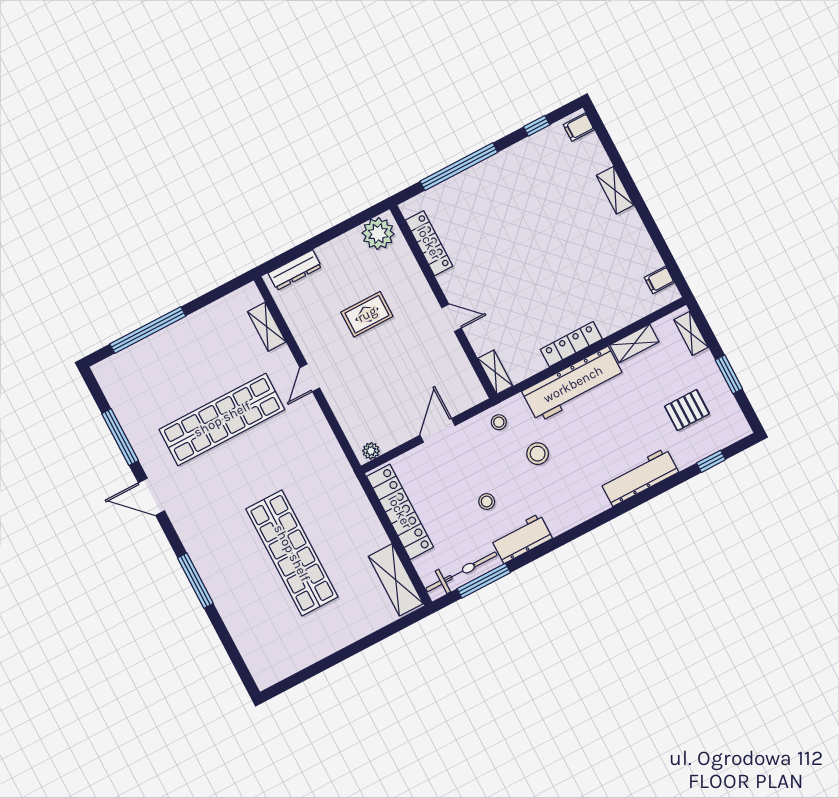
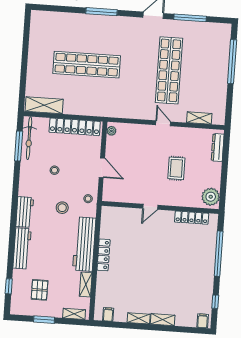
shelving: (495, 372) -> (139, 318), moved
workbench: (522, 538) -> (25, 212), moved

